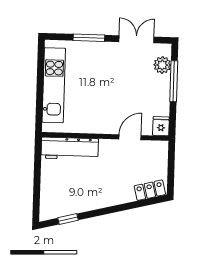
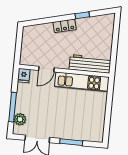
kitchen unit: (54, 85) -> (82, 82), moved, turned -90
locker: (150, 190) -> (65, 26), moved
window: (68, 219) -> (82, 15), moved

